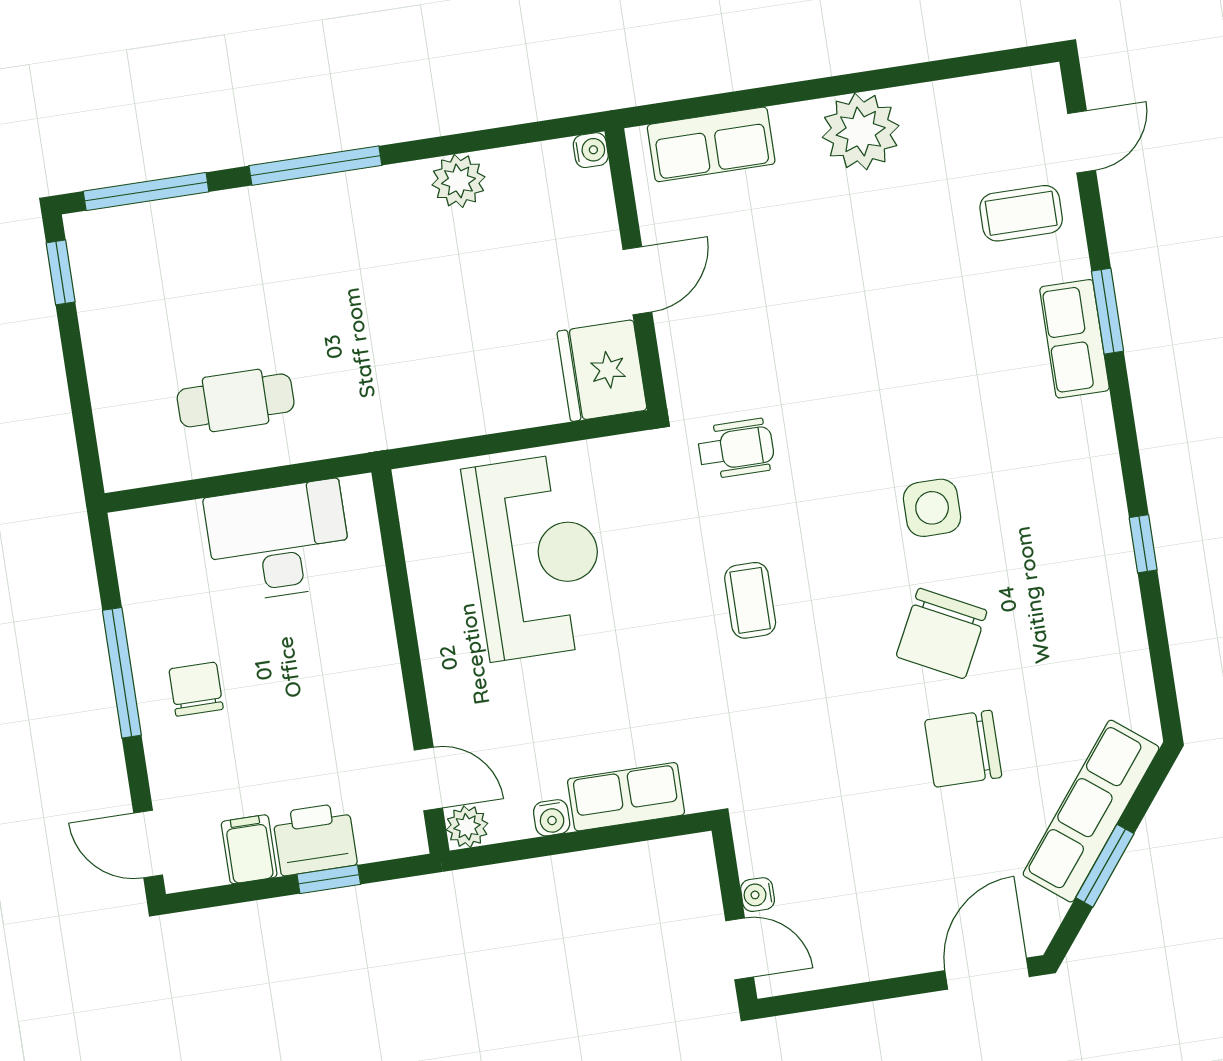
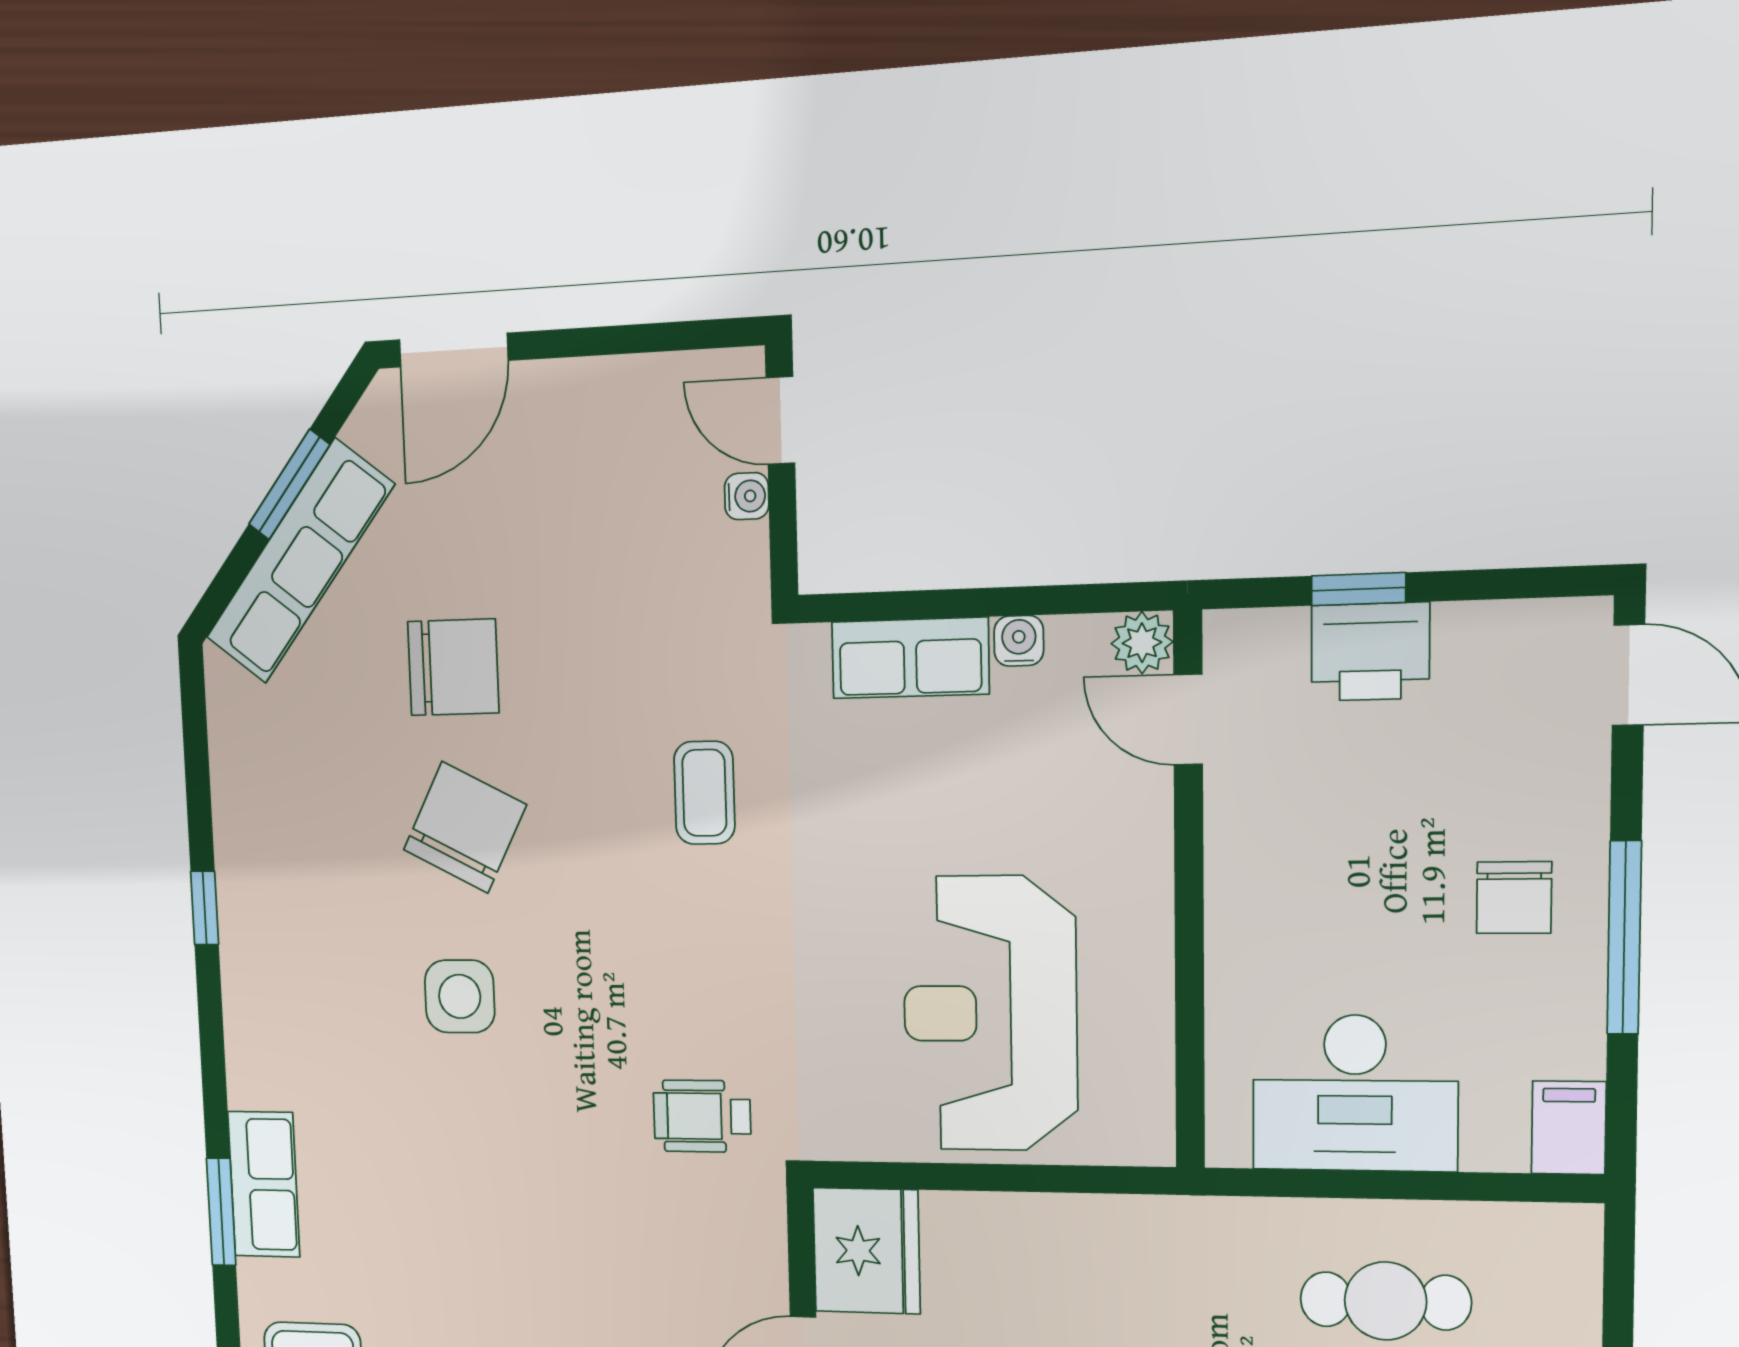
coffee table: (750, 600) -> (704, 793), moved
filing cabinet: (249, 849) -> (1569, 1128), moved, turned 180

